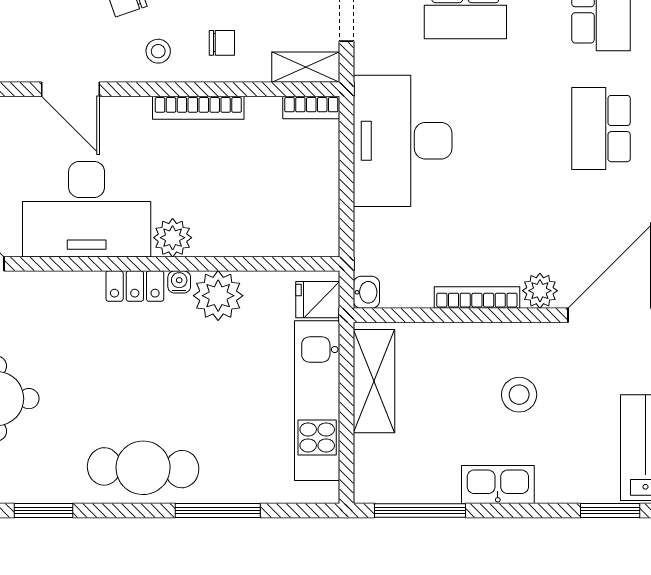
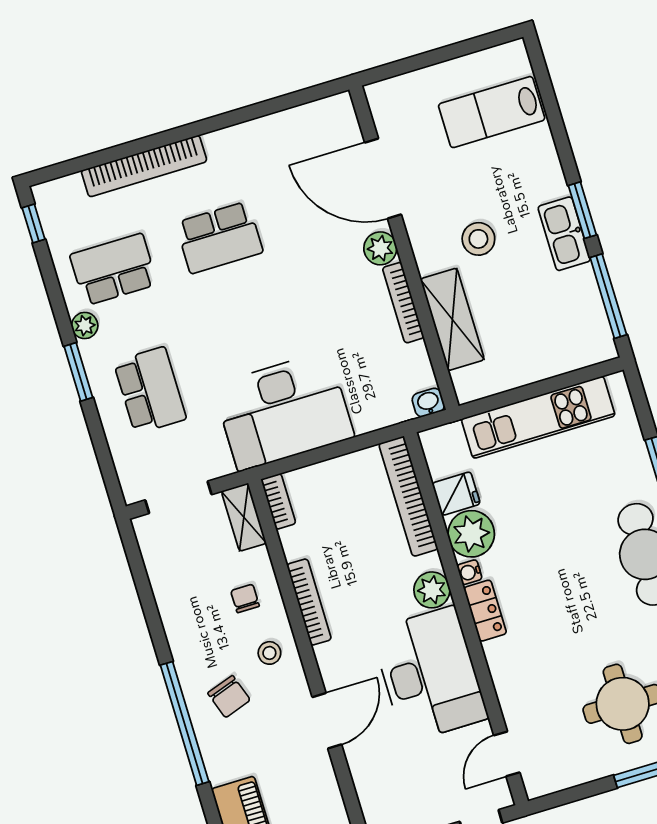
bookcase: (276, 243) -> (408, 496), added
fridge: (318, 300) -> (456, 494), moved, turned -90
shelving: (374, 381) -> (452, 319), moved, turned 90
window: (610, 510) -> (582, 210), moved

